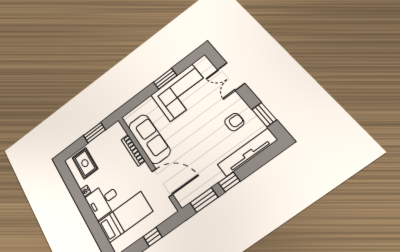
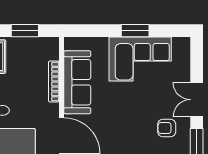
double door: (231, 76) -> (197, 100), moved
armchair: (234, 122) -> (167, 128), turned 180

